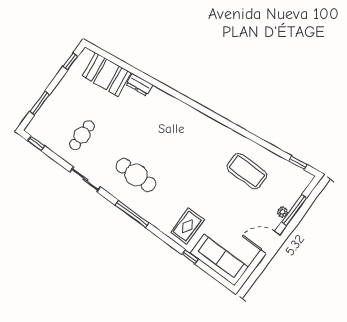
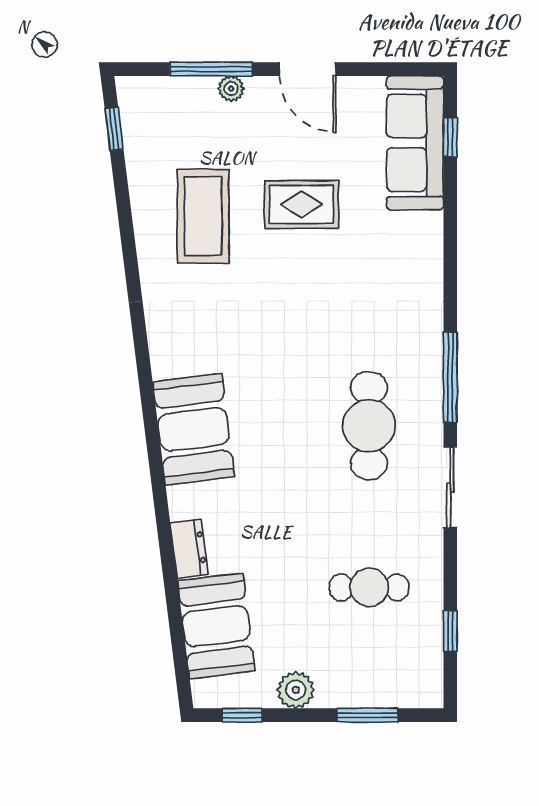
plant: (66, 85) -> (296, 690), added
booth: (178, 115) -> (193, 429), added
window: (36, 143) -> (450, 631), moved
sliding door: (85, 179) -> (450, 487), moved
rug: (187, 226) -> (302, 204), moved
window: (190, 257) -> (450, 137), moved

